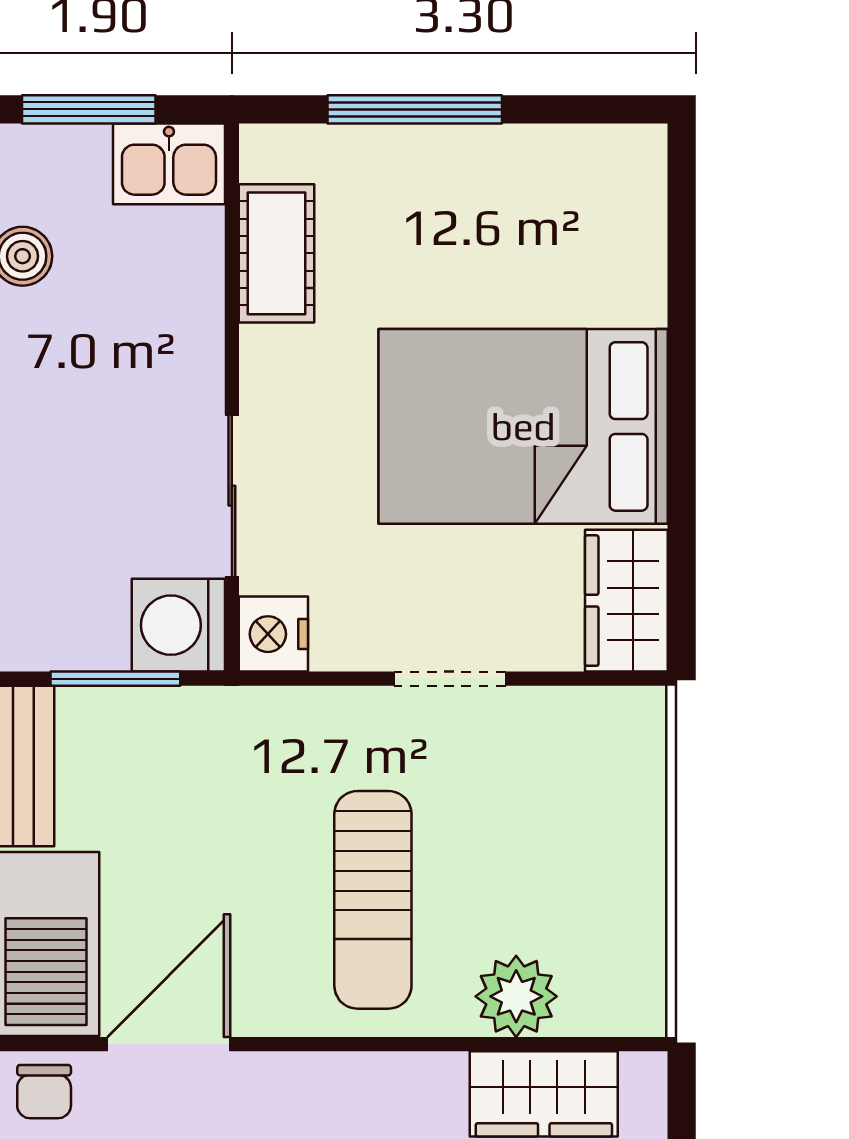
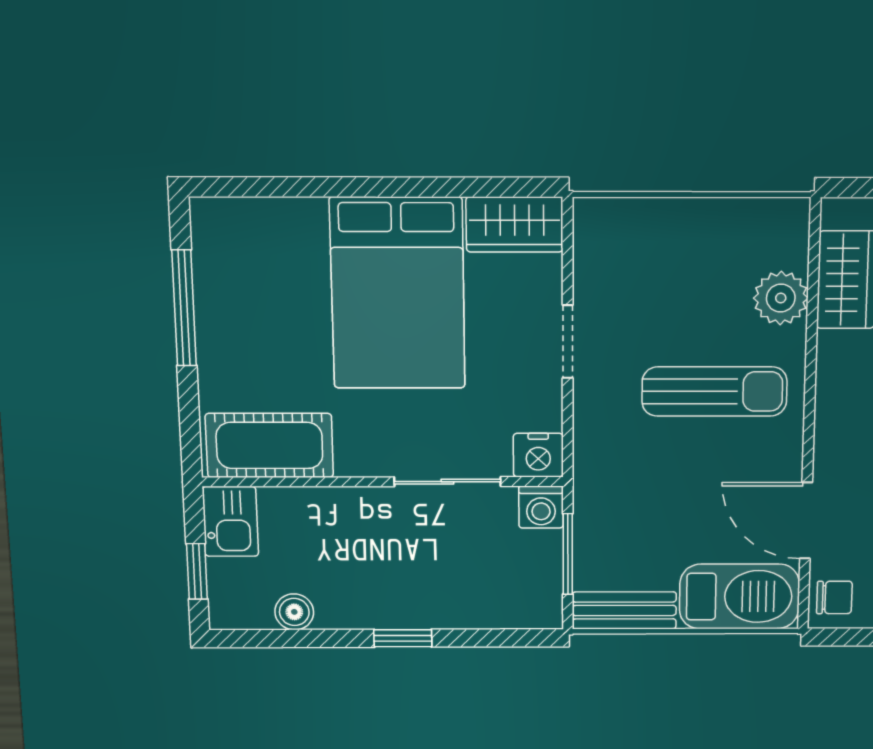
window: (89, 109) -> (197, 571), width x0.67
window: (415, 109) -> (184, 308), moved
cot: (276, 253) -> (269, 445), width x1.37, depth x1.34
washing machine: (178, 625) -> (541, 507), width x0.73, depth x0.73

